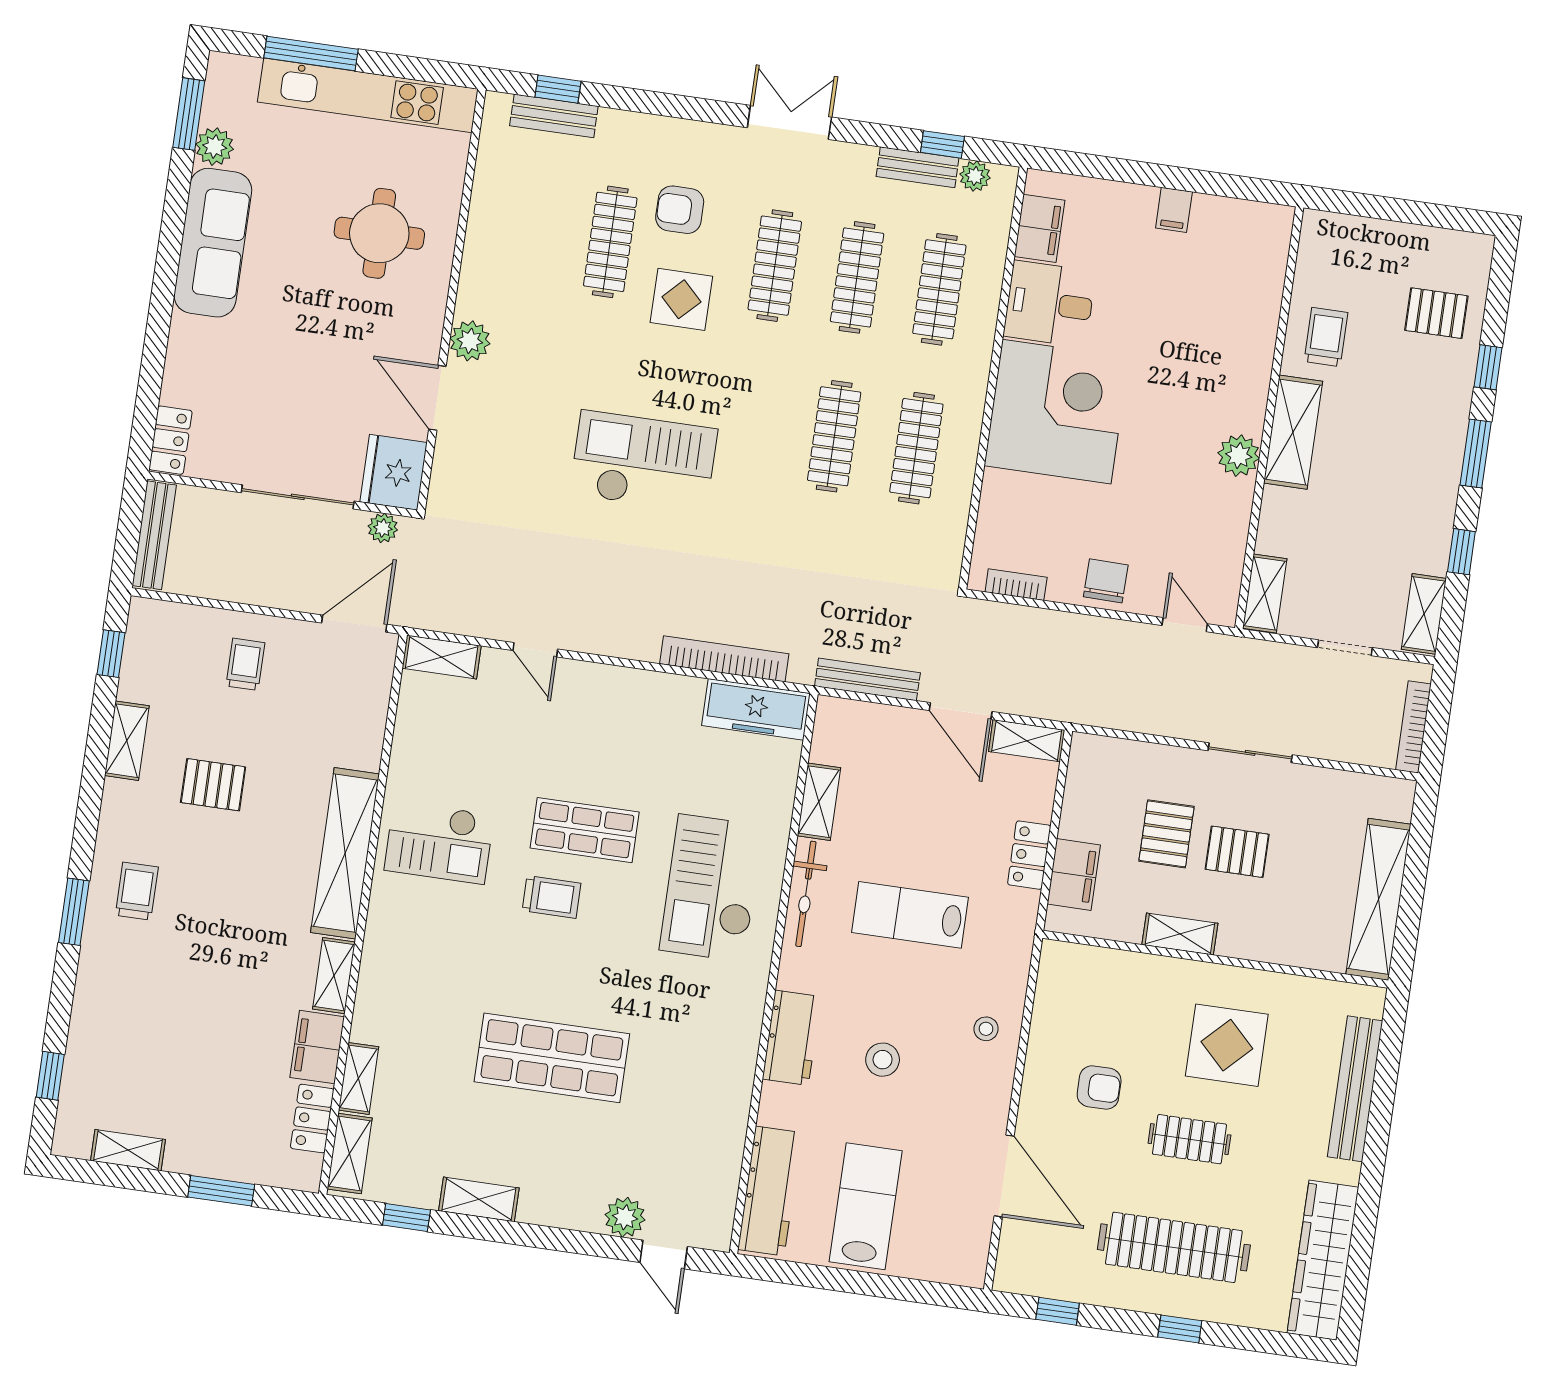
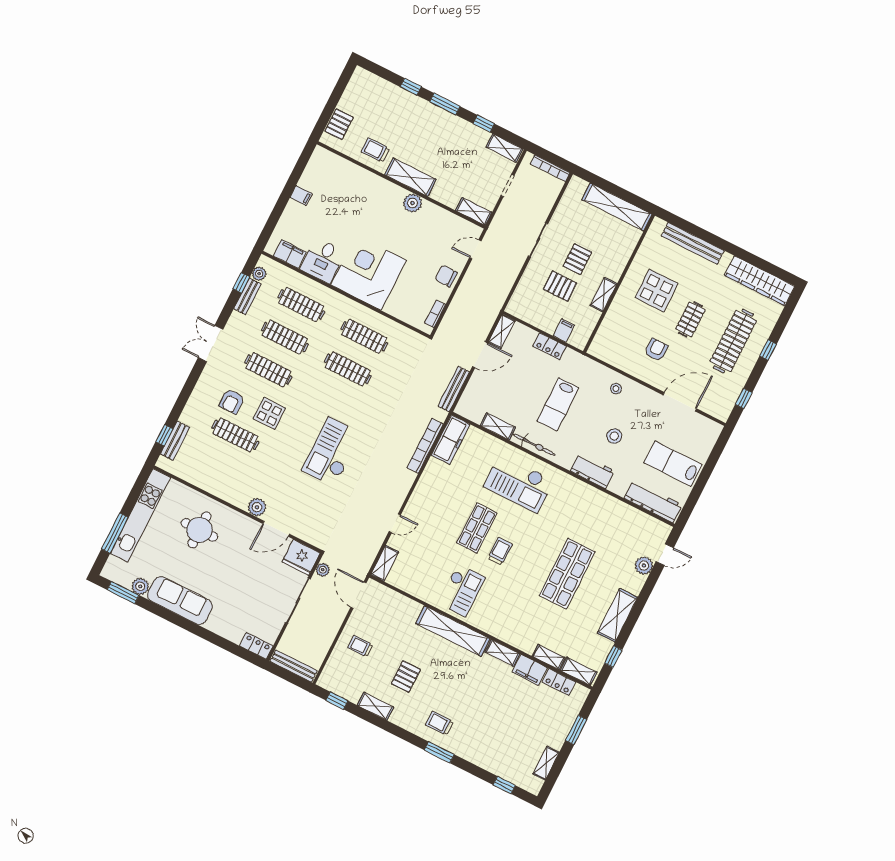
pallet: (1436, 313) -> (339, 124), moved
filing cabinet: (1074, 874) -> (564, 330), width x0.50
shelving: (479, 1199) -> (617, 615), width x1.50, depth x1.33

